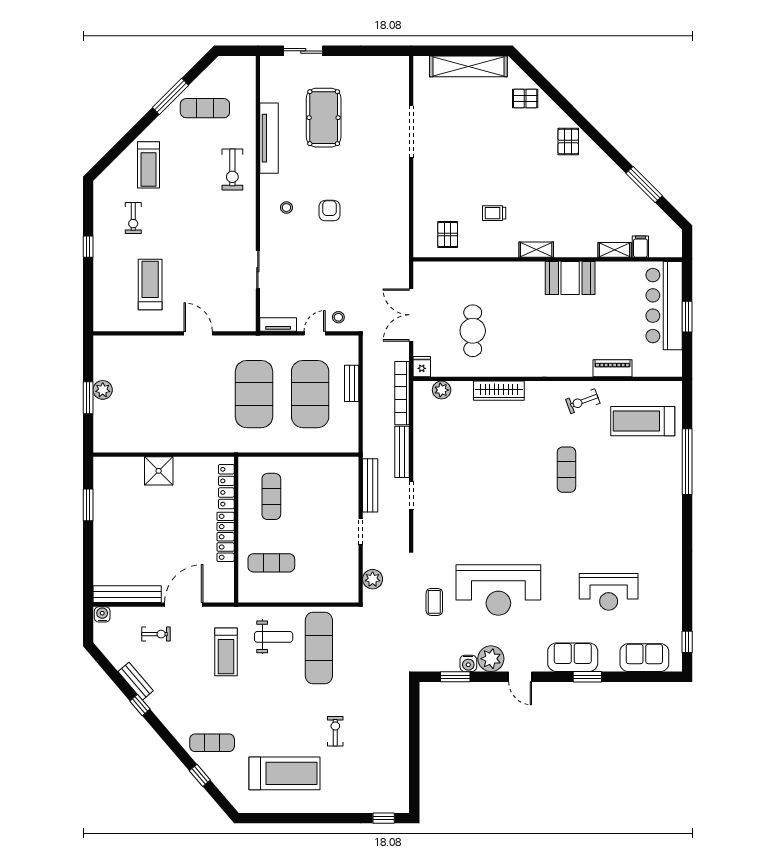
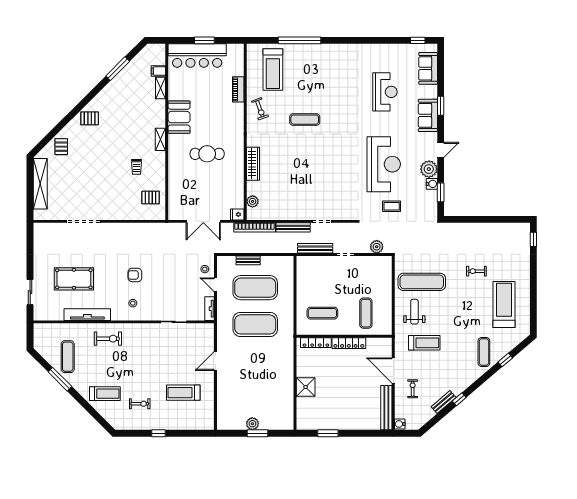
cafe table: (473, 331) -> (207, 154), moved

